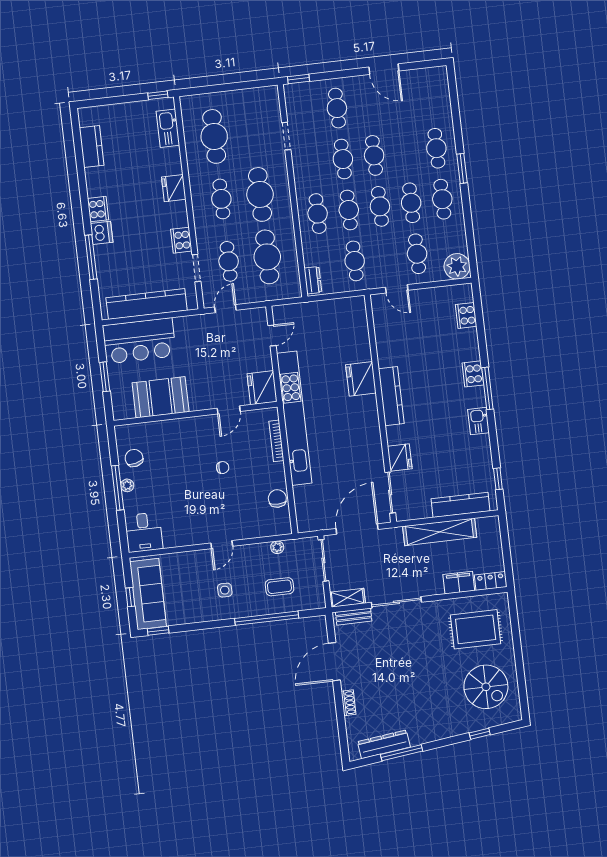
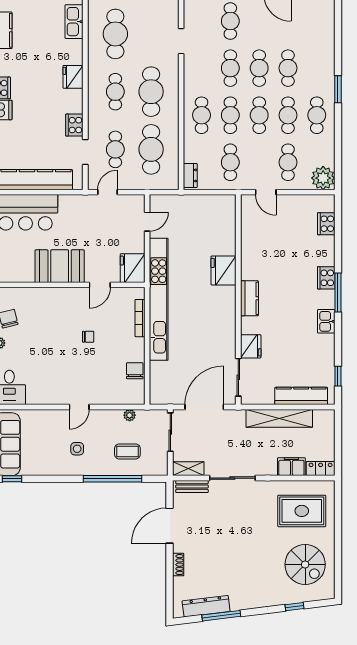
cafe table: (436, 148) -> (288, 68), moved
kitchen counter: (391, 396) -> (249, 298), width x0.67
booth: (161, 397) -> (60, 266), moved

